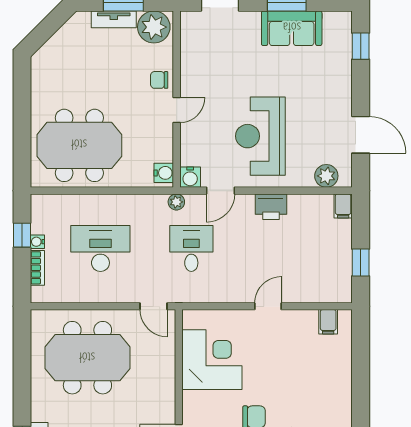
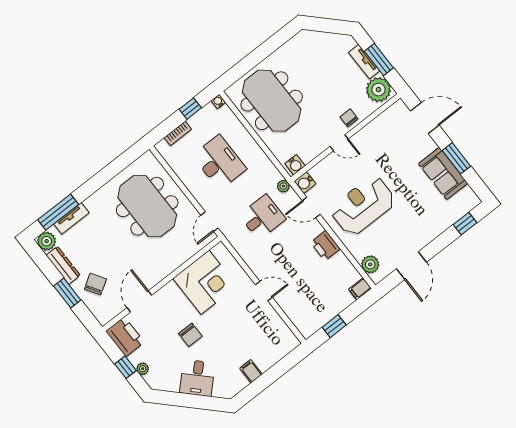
water cooler: (37, 242) -> (218, 102), moved
filing cabinet: (328, 322) -> (251, 371), moved, turned 90

